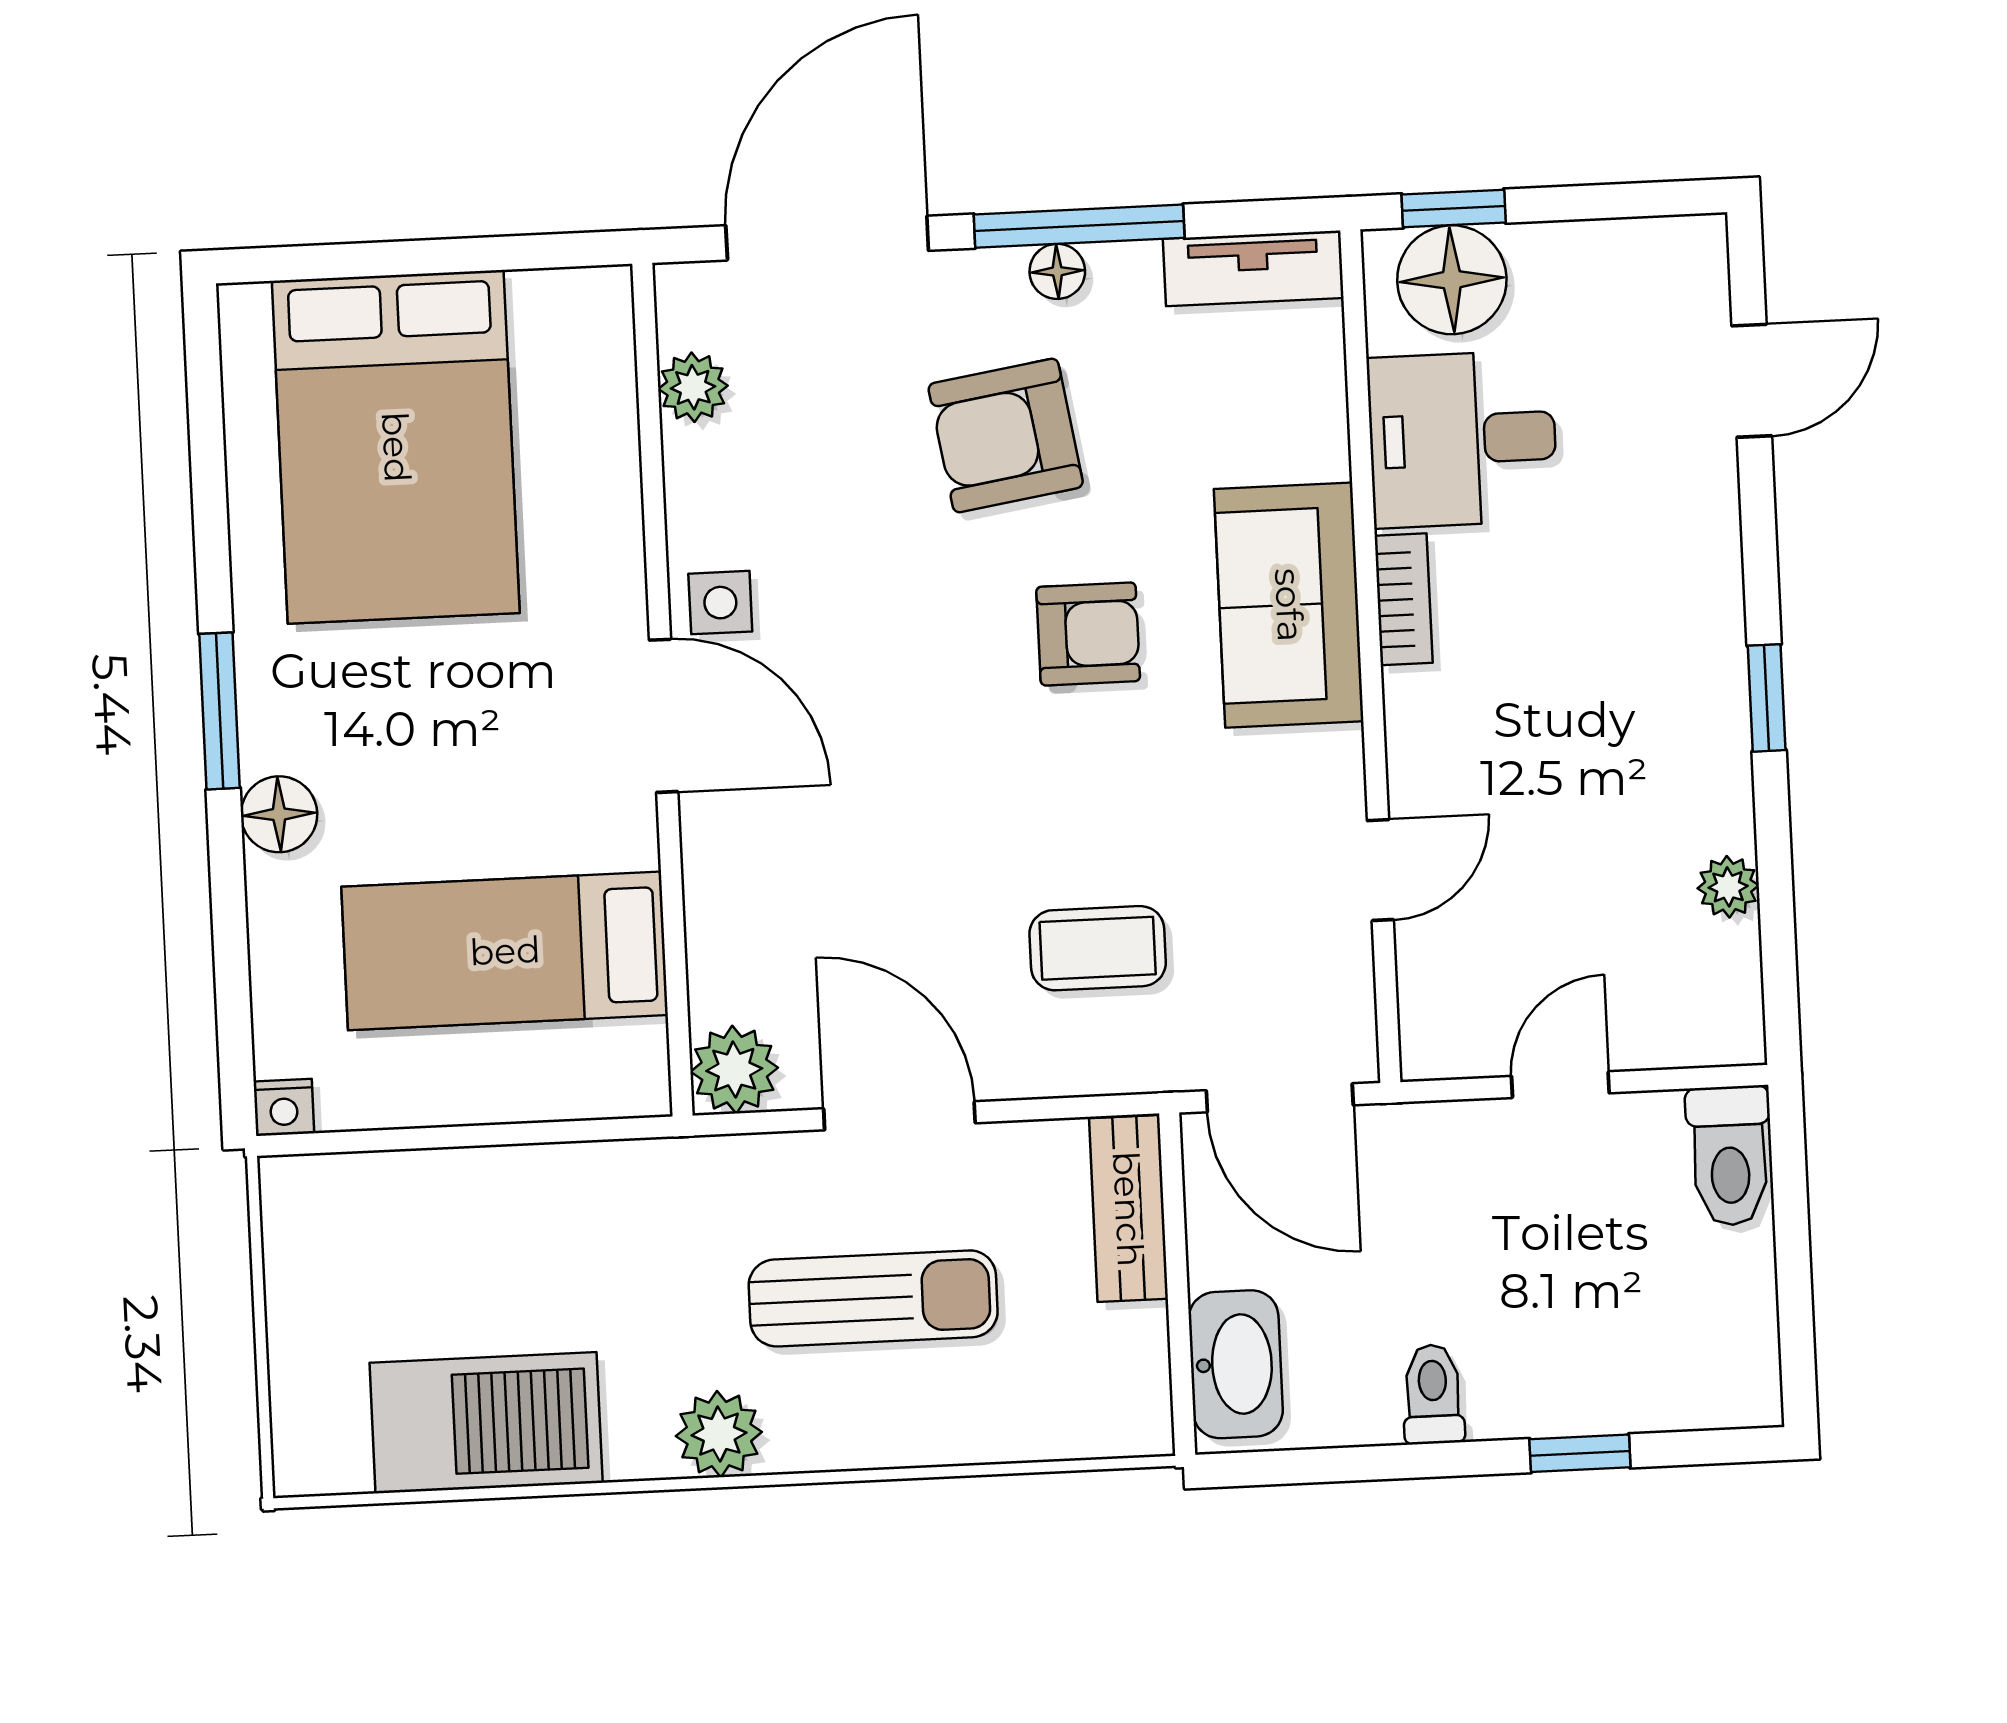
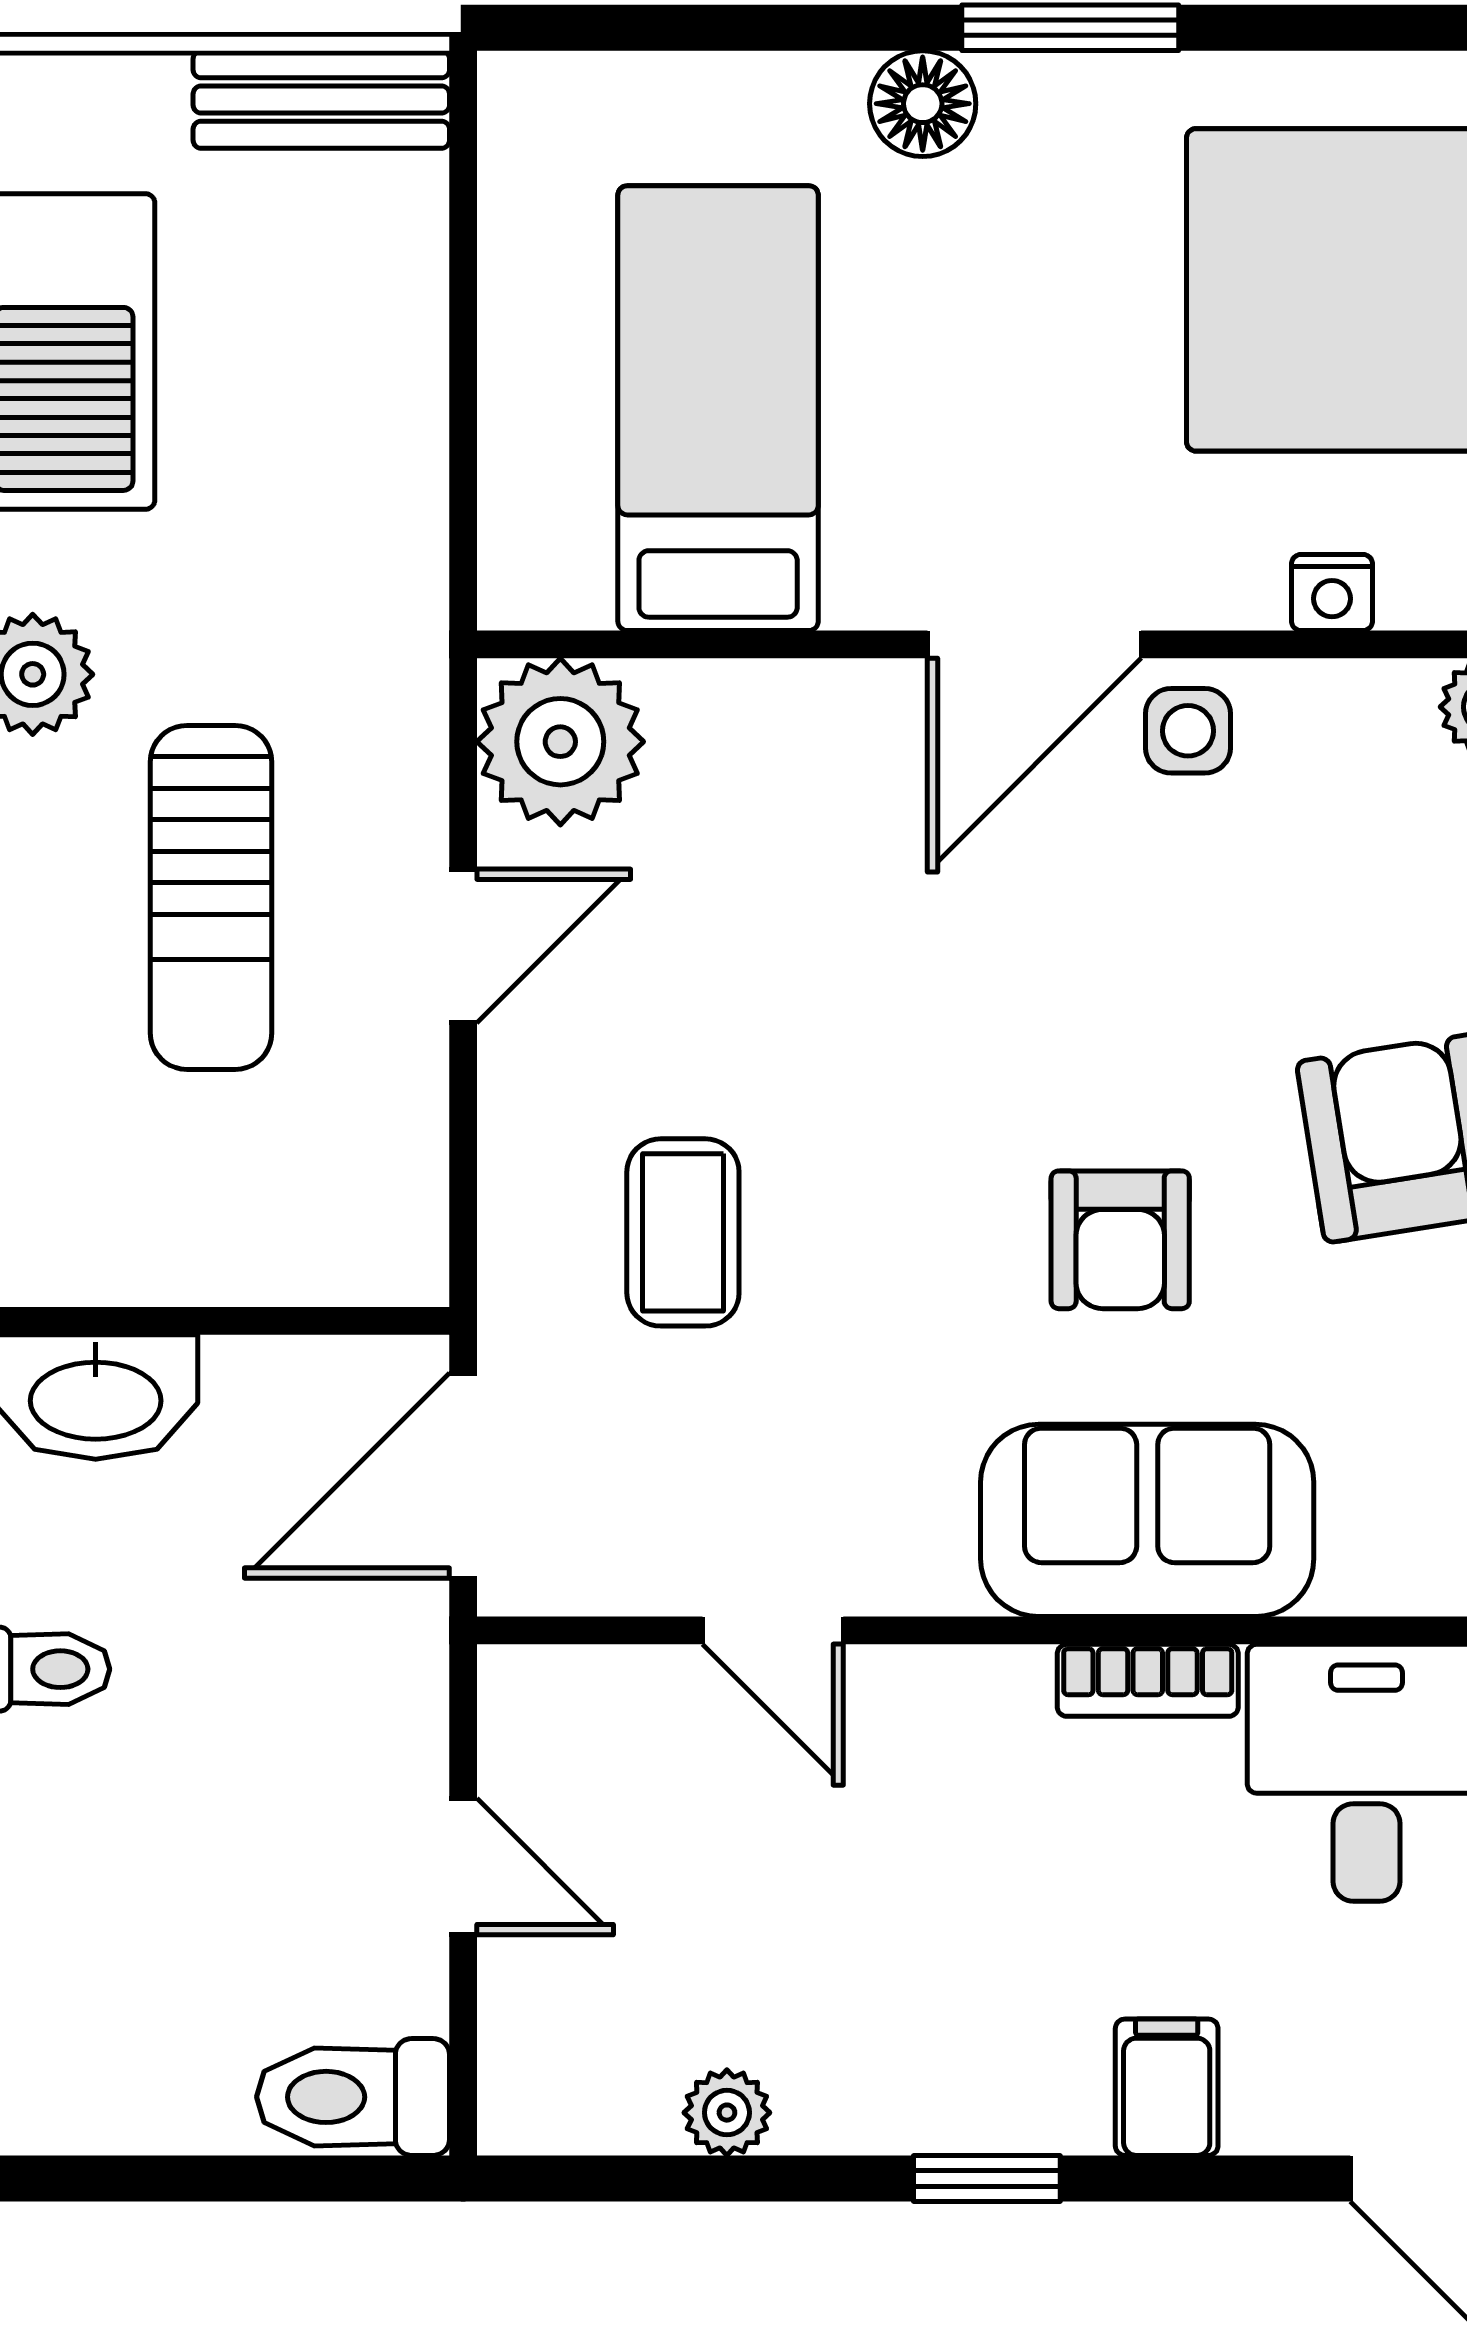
filing cabinet: (1695, 572) -> (1167, 2087), added
plant: (734, 1070) -> (560, 742), width x1.36, depth x1.36
nightstand: (284, 1107) -> (1332, 593), moved, turned -90
door: (899, 1116) -> (463, 946), width x0.73
bench: (1128, 1209) -> (321, 100), moved

